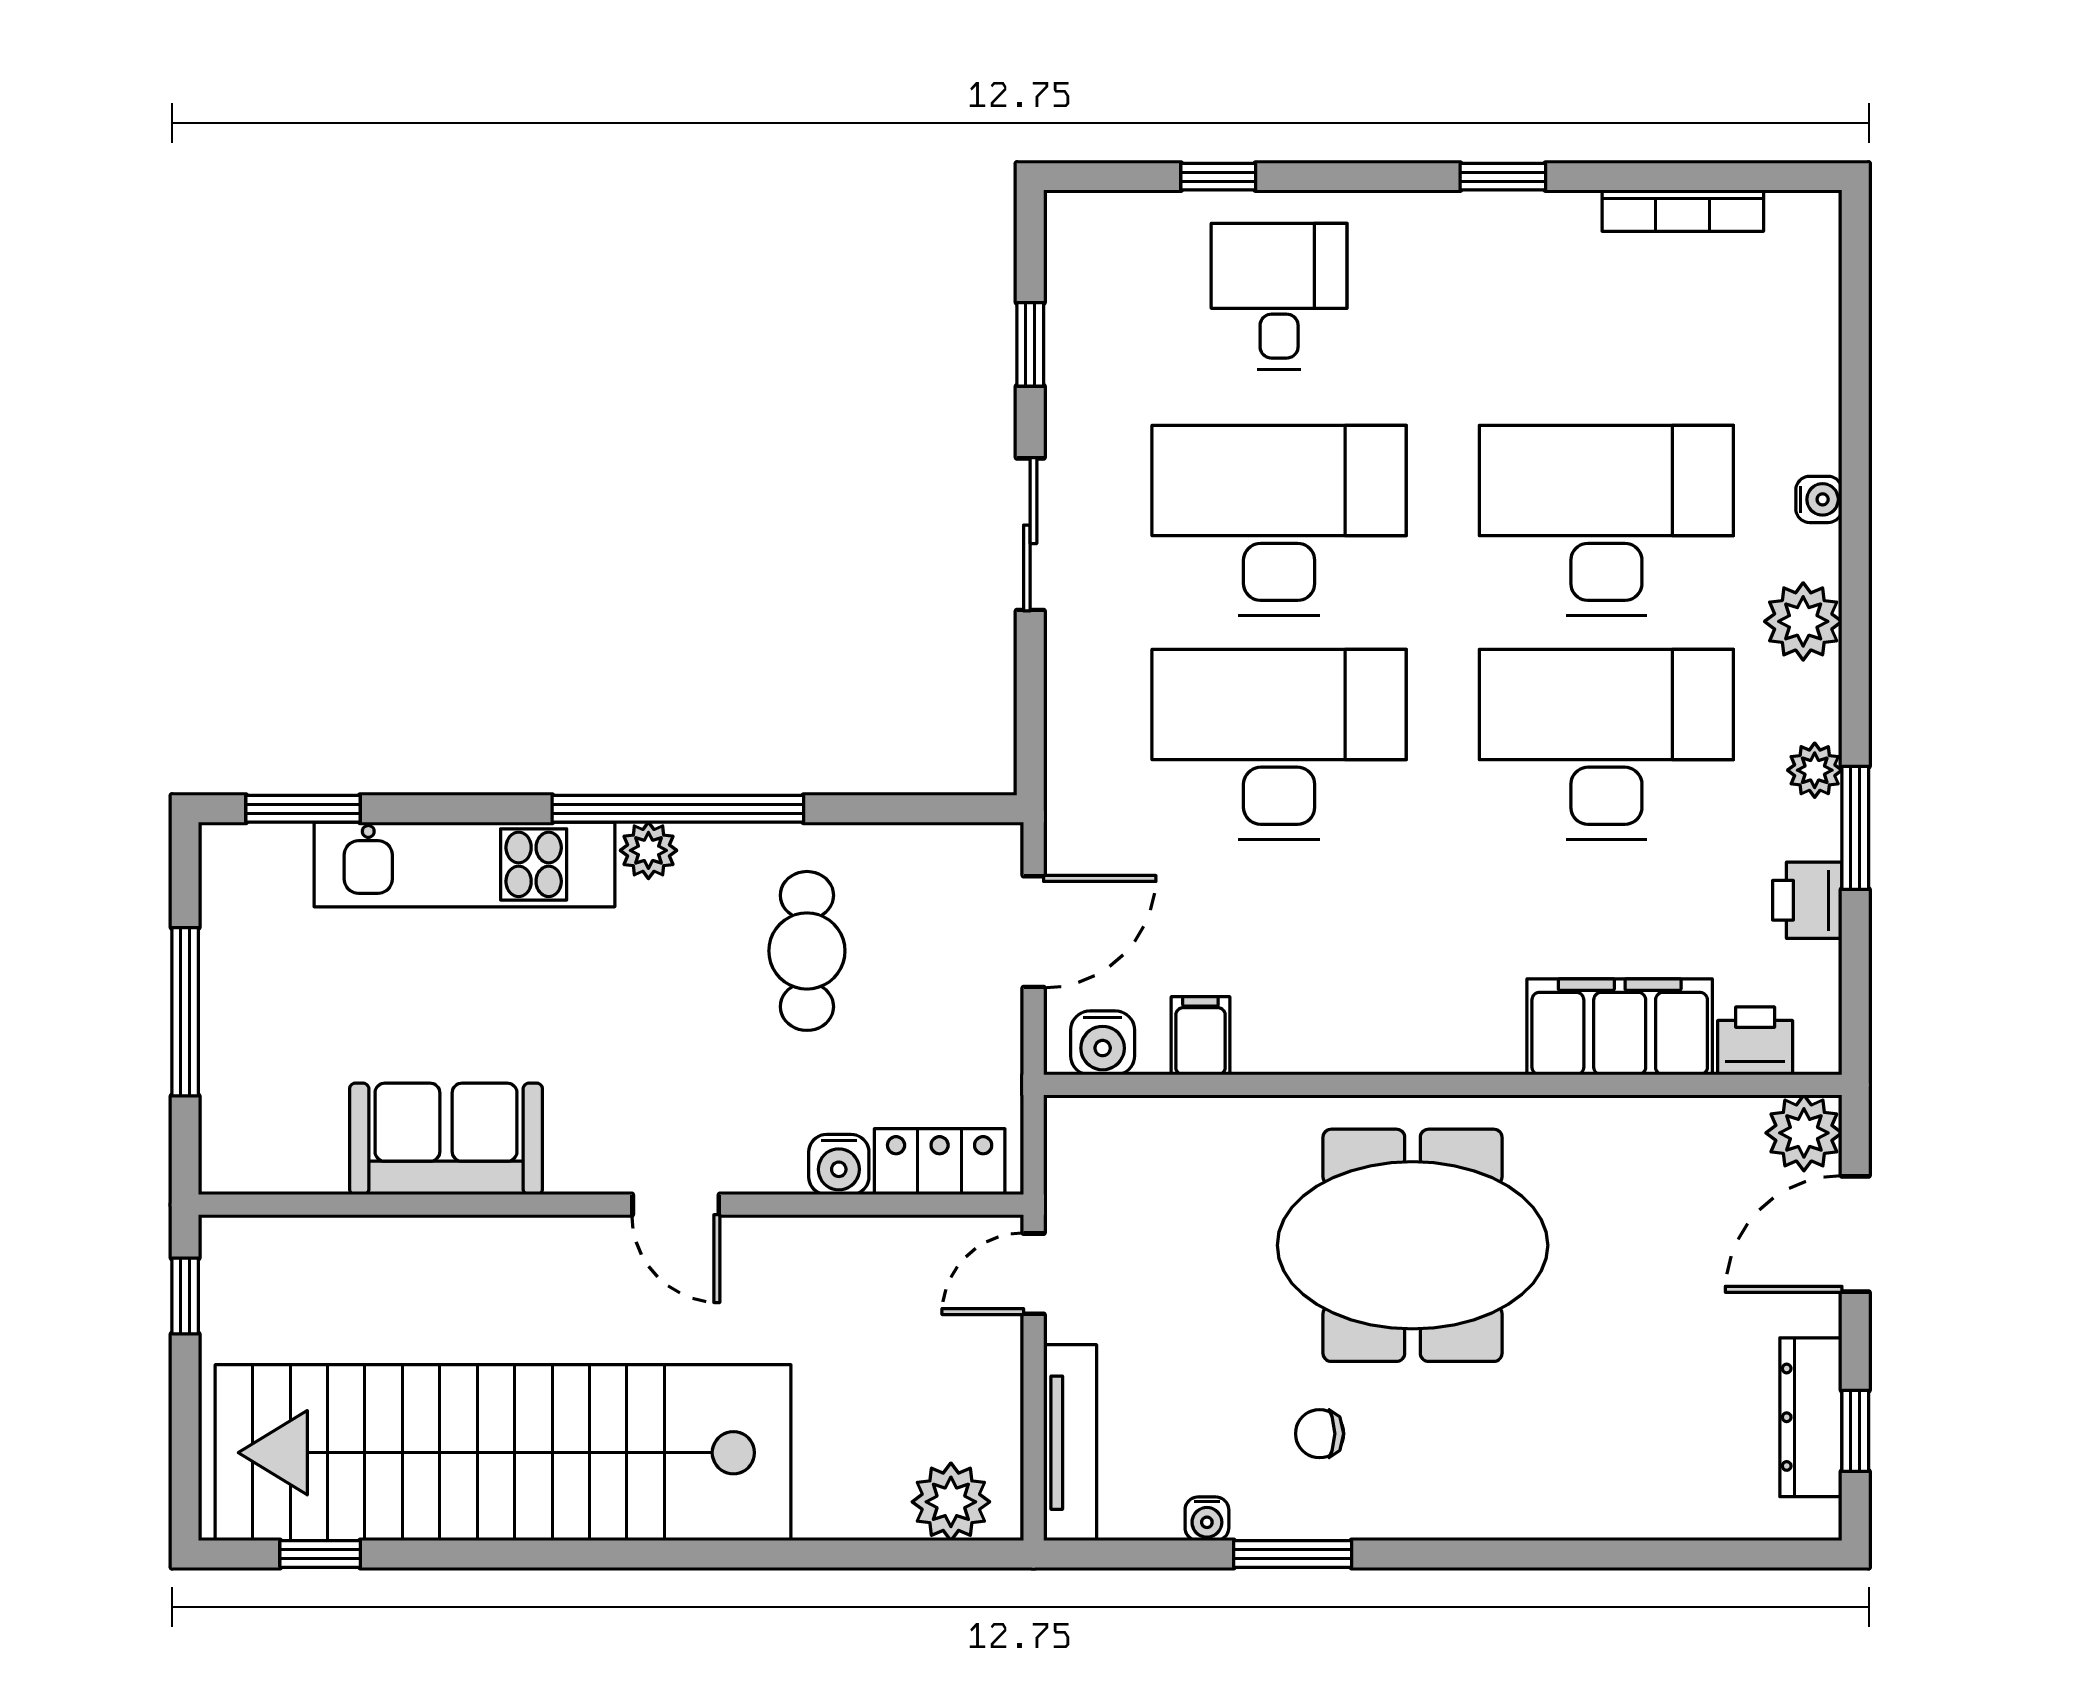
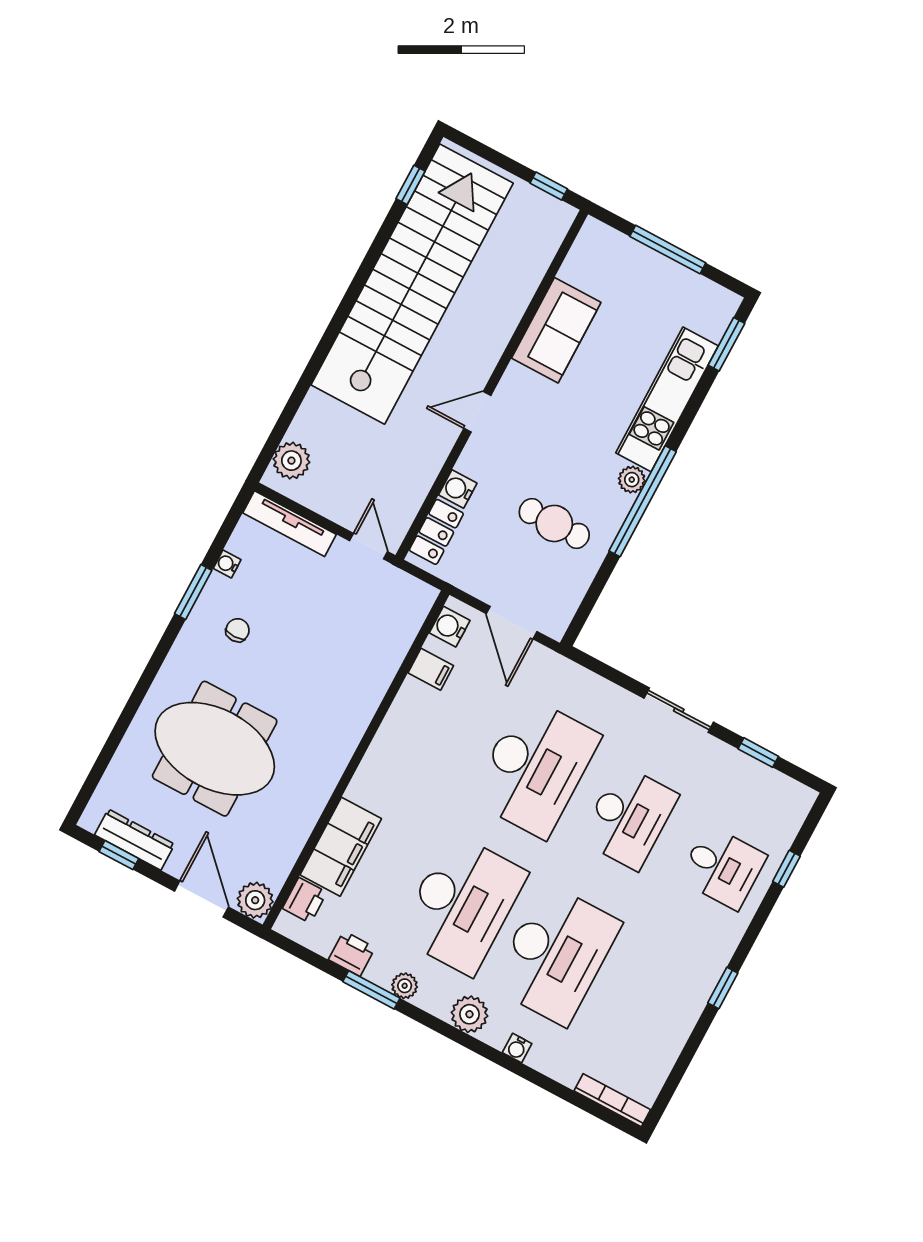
bookcase: (1683, 211) -> (612, 1100), moved, turned 90
desk: (1279, 520) -> (629, 817), width x0.73, depth x0.77
meeting table: (1413, 1245) -> (215, 749), moved, turned 90

